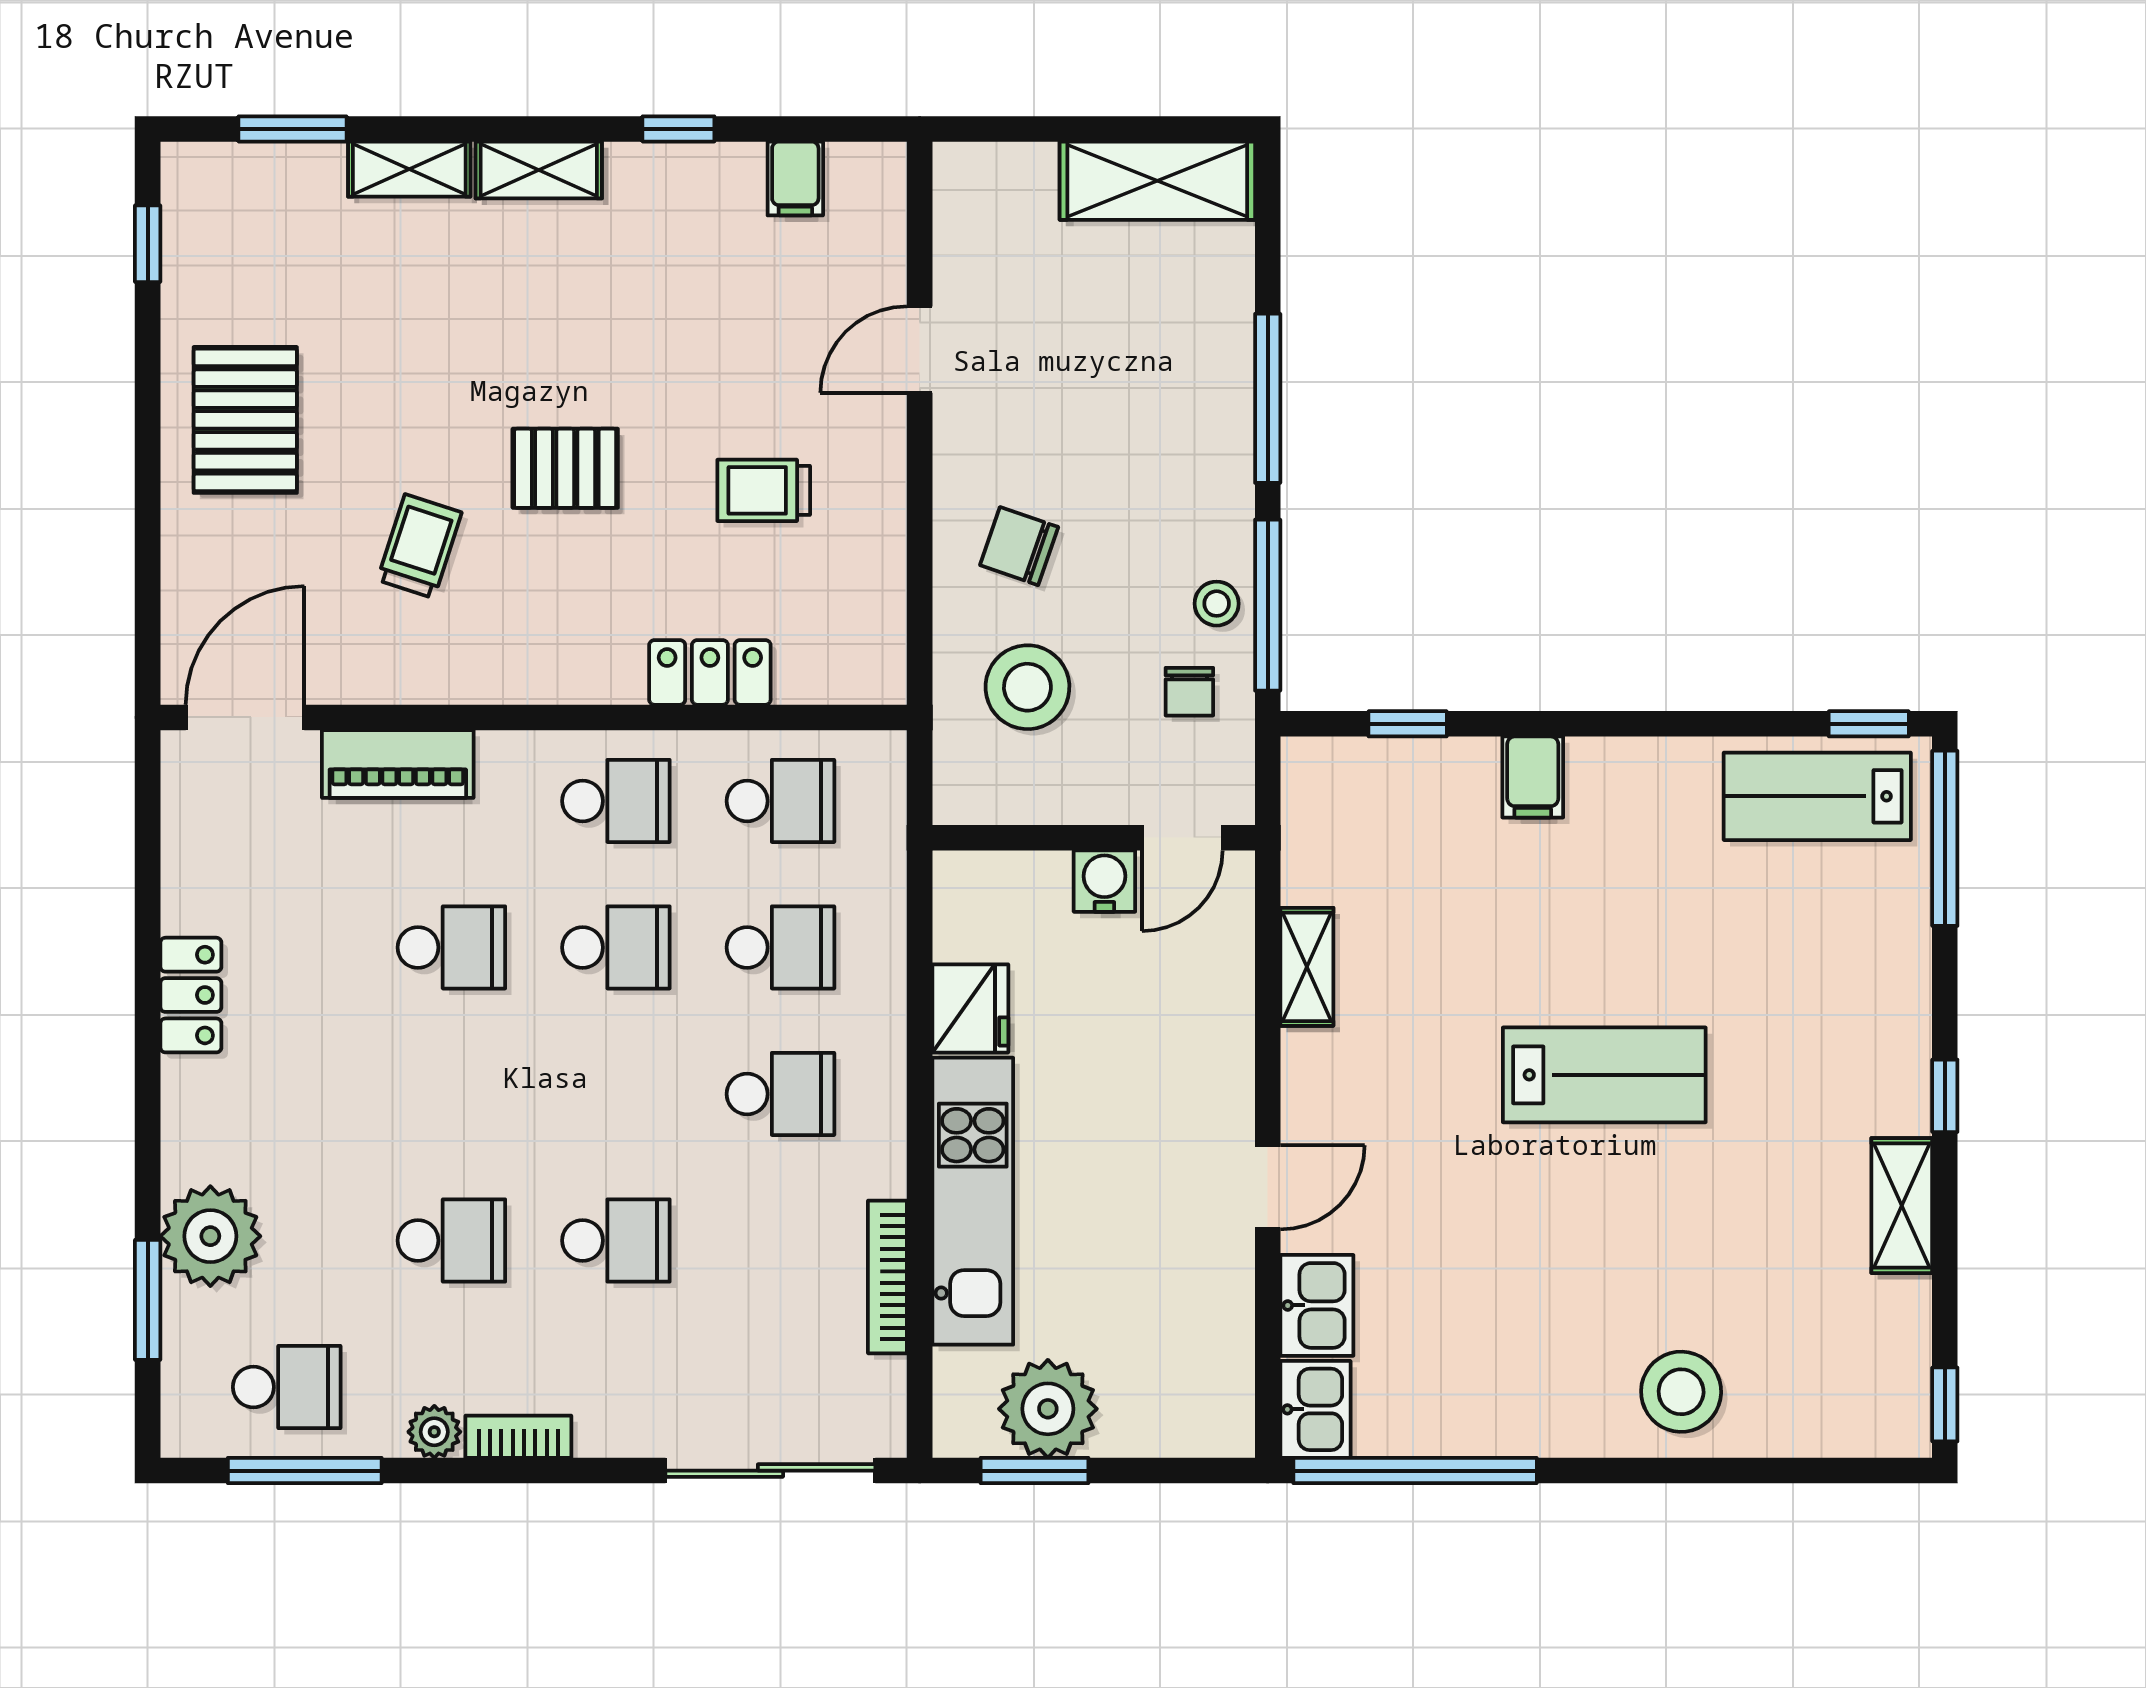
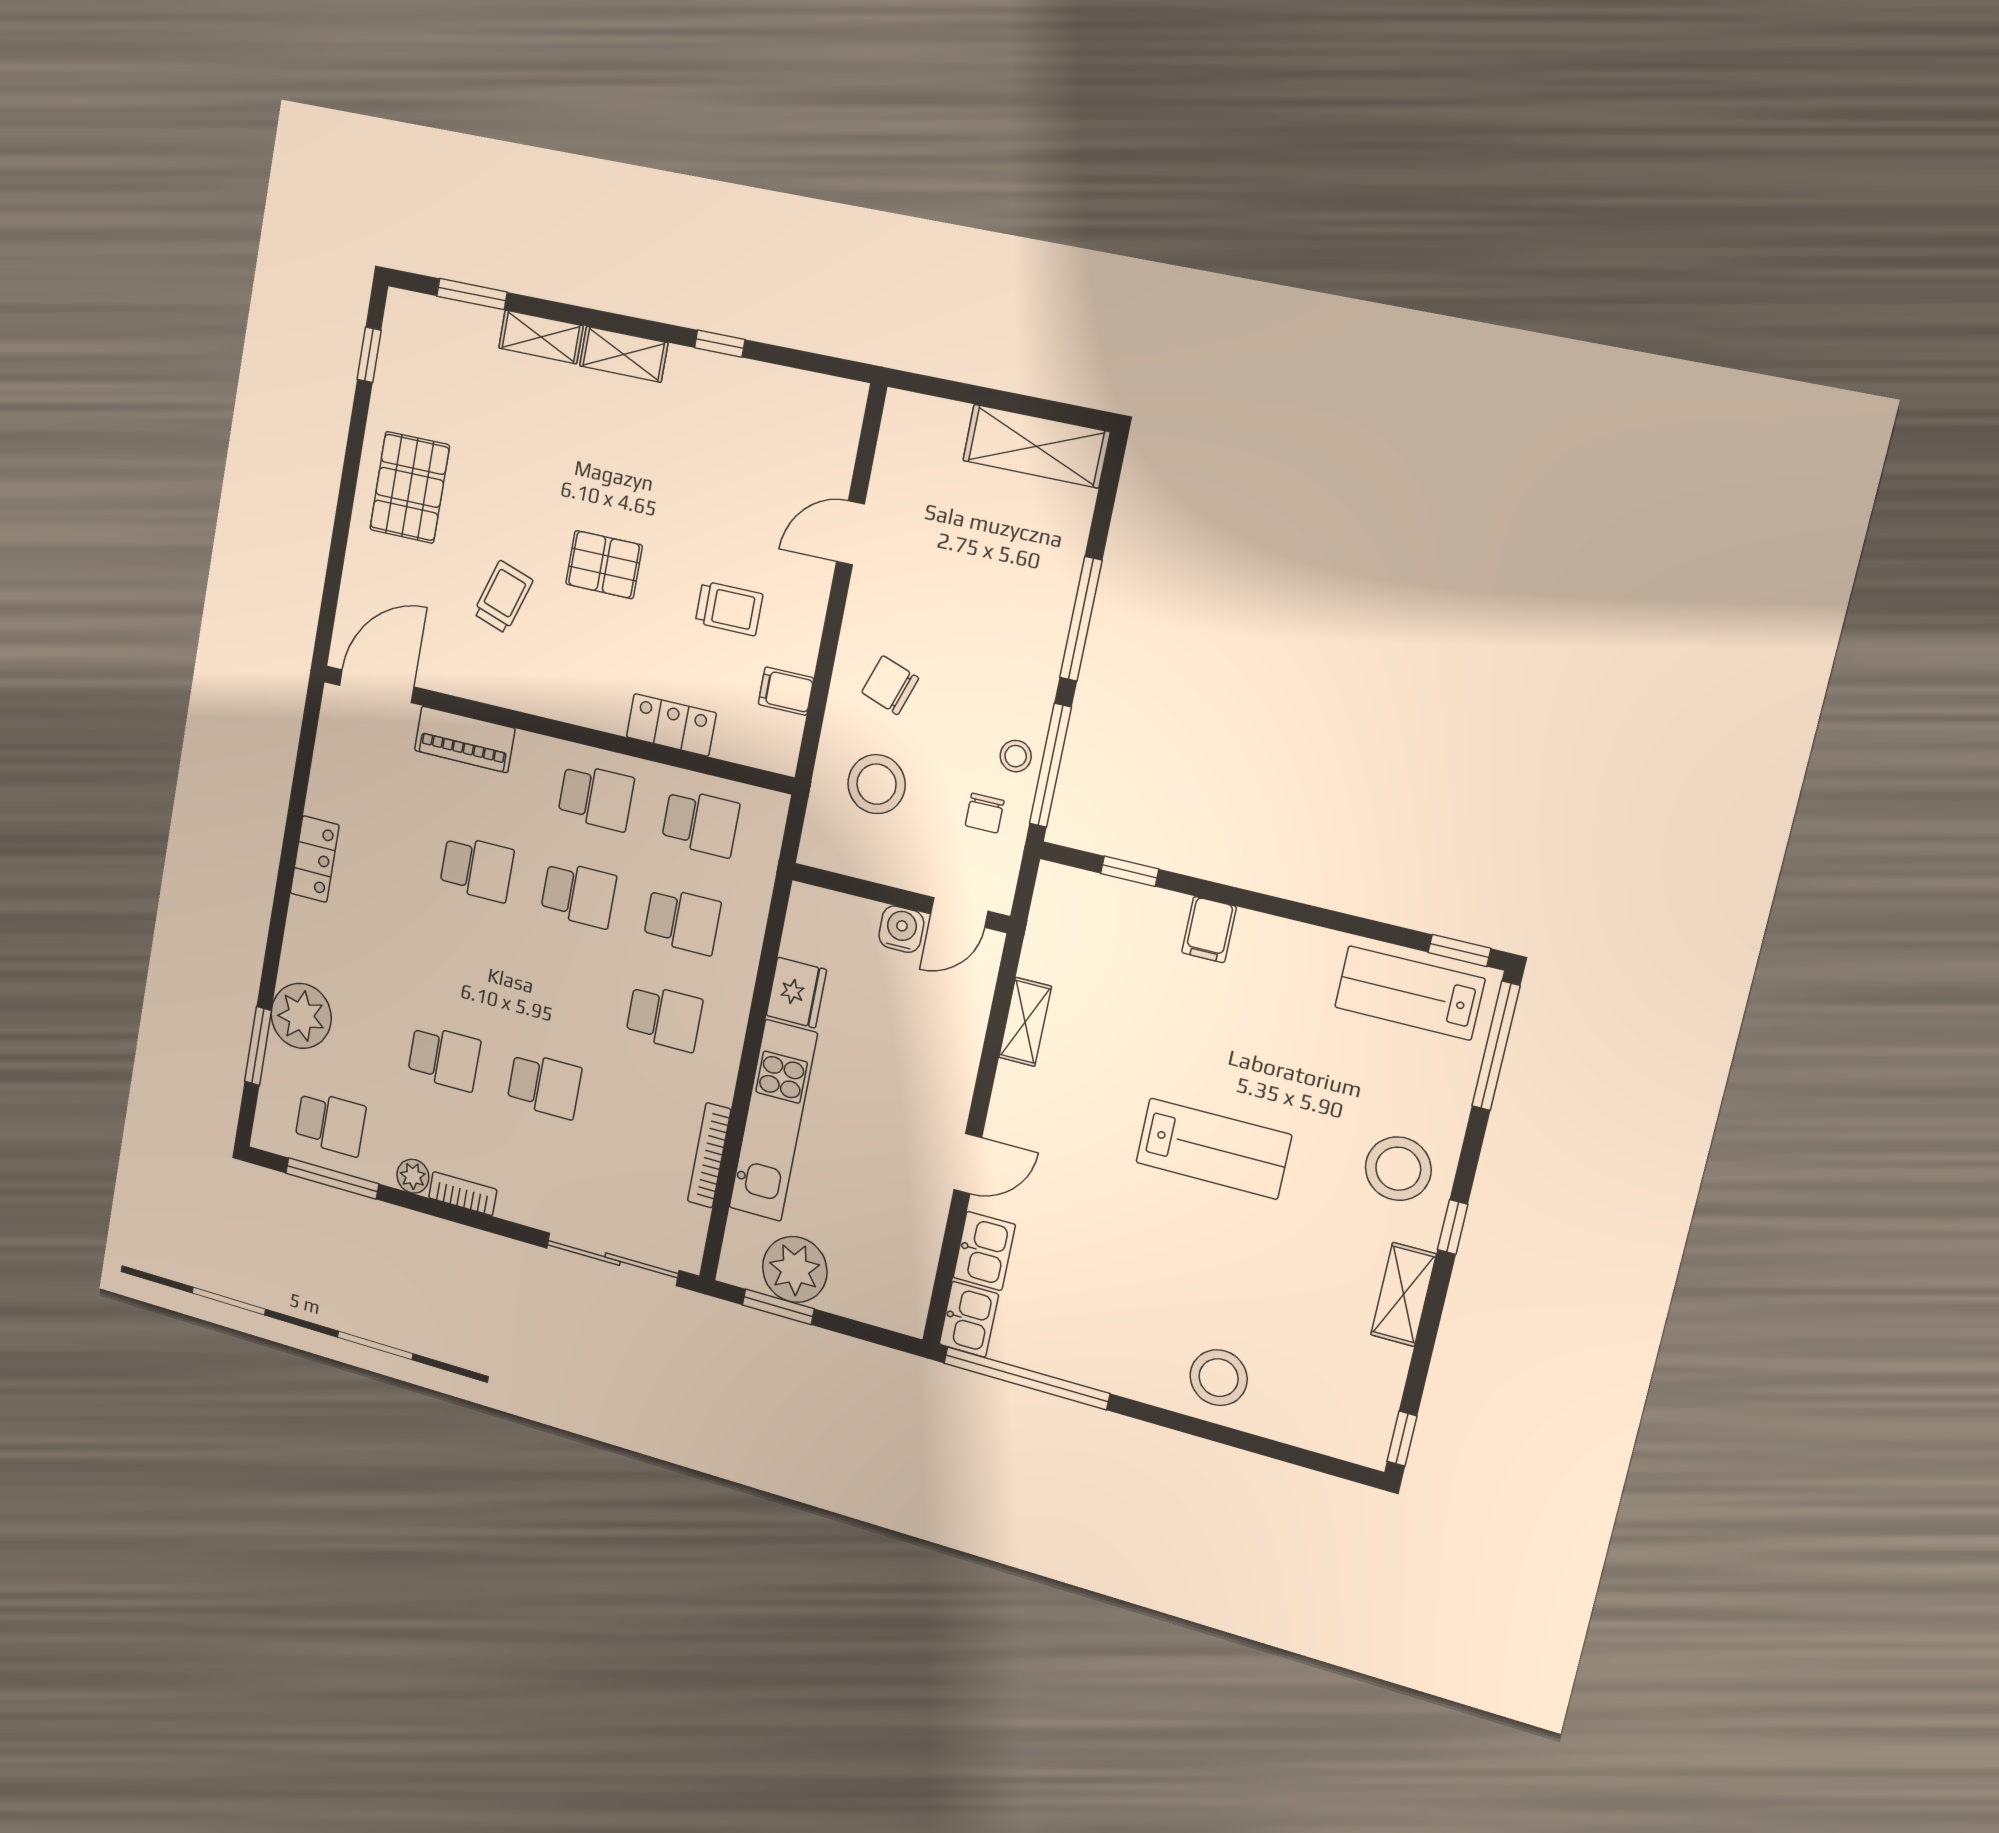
filing cabinet: (795, 179) -> (786, 691), moved, turned 90
trolley: (764, 490) -> (729, 608), turned 180
stool: (1856, 1036) -> (1398, 1169), added

